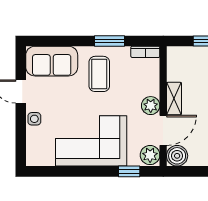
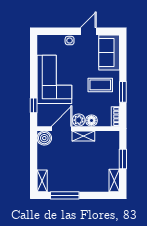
floor lamp: (151, 87) -> (91, 121), added
door: (163, 130) -> (62, 129), swing flipped
plant: (150, 155) -> (45, 120), removed

